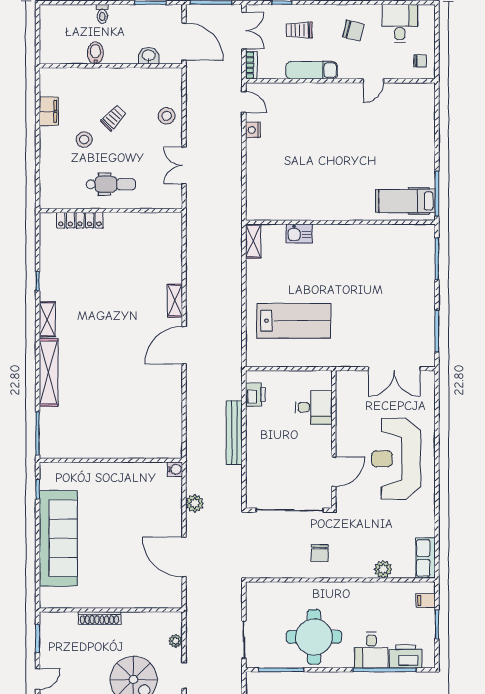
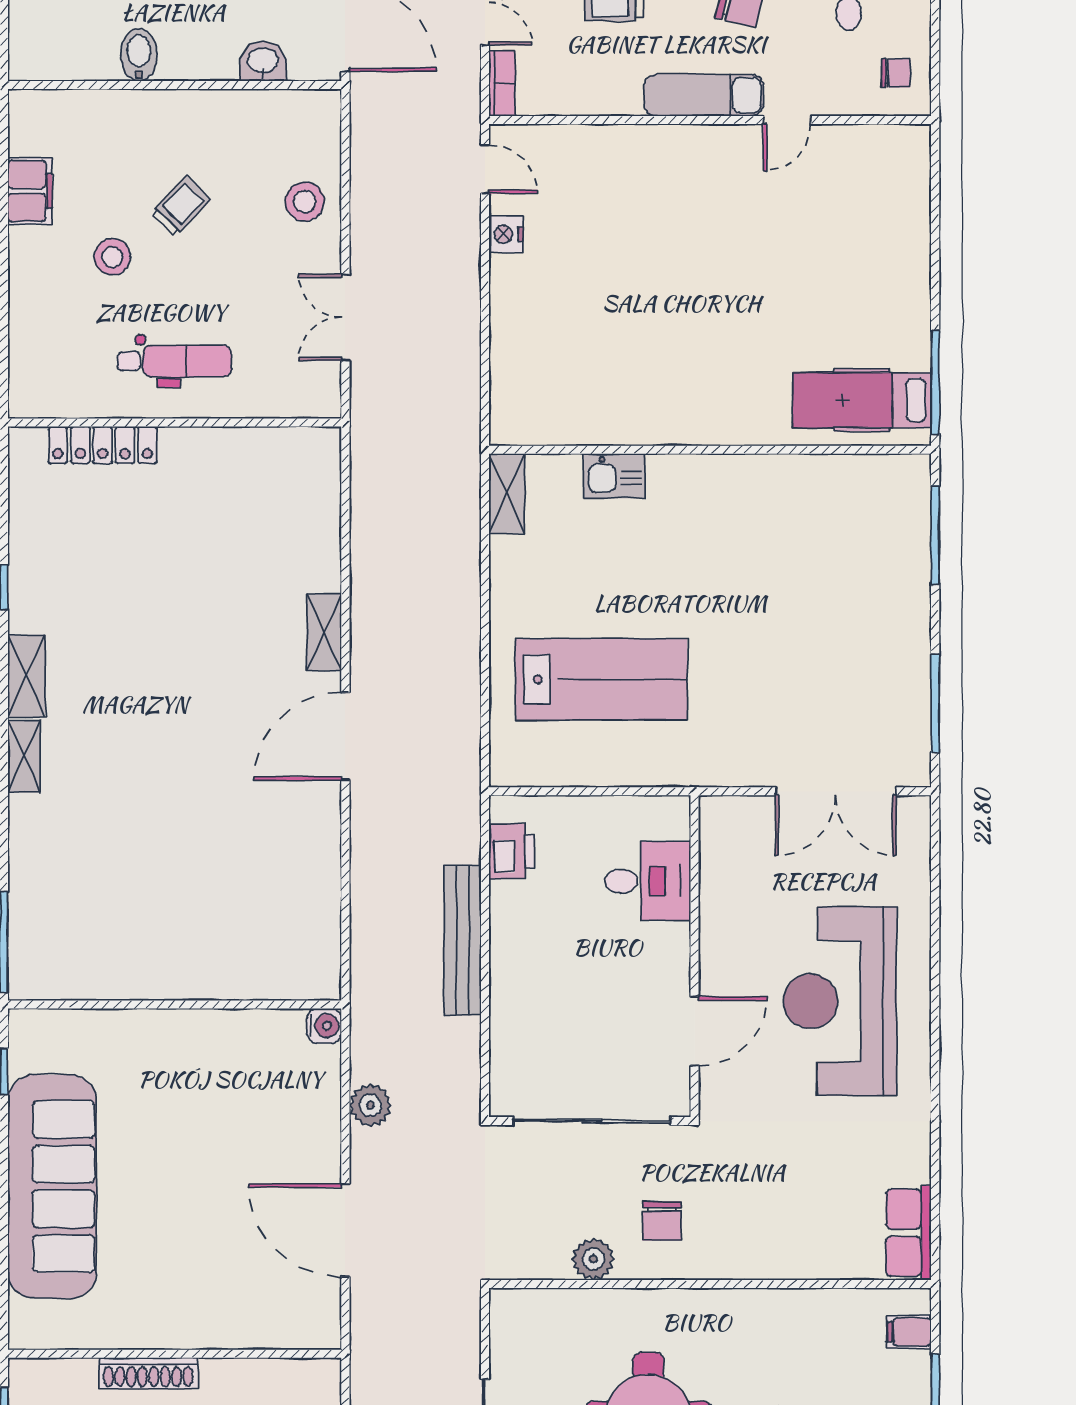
exam couch: (312, 70) -> (704, 95), moved
shelving: (49, 372) -> (24, 756), width x0.45, depth x0.75
plant: (383, 569) -> (593, 1259), moved

